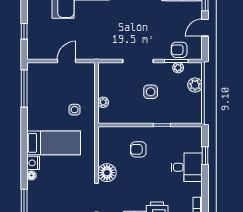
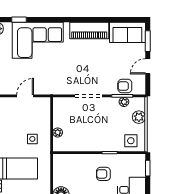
side table: (151, 92) -> (131, 141), moved
armchair: (138, 149) -> (103, 174), moved
window: (205, 156) -> (148, 168), moved

